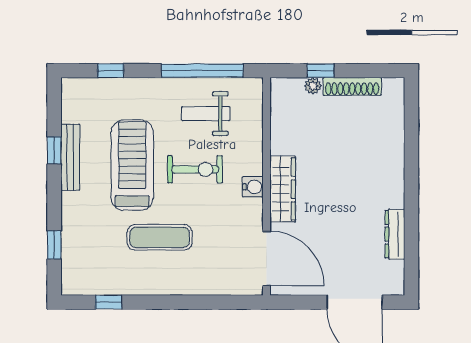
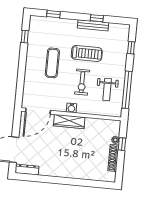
weight bench: (206, 114) -> (107, 90), turned 180
treadmill: (132, 165) -> (87, 53), width x0.73, depth x0.73
dresser: (395, 234) -> (27, 170), moved

